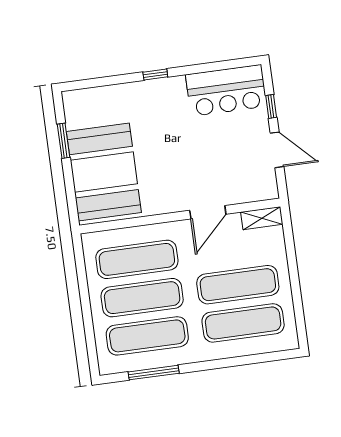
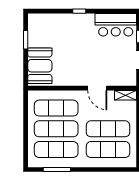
booth: (104, 172) -> (40, 66), width x0.73, depth x0.70
door: (208, 212) -> (97, 88), hinge flipped

